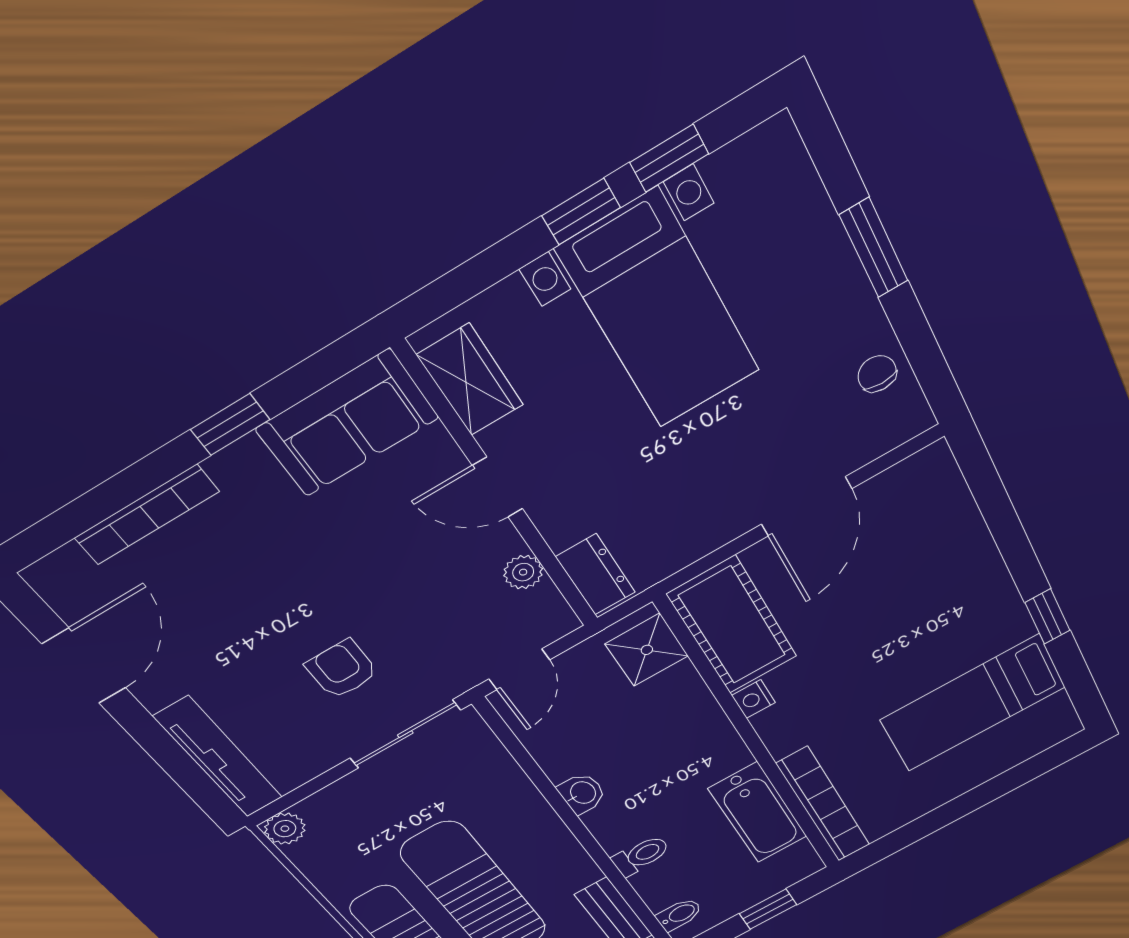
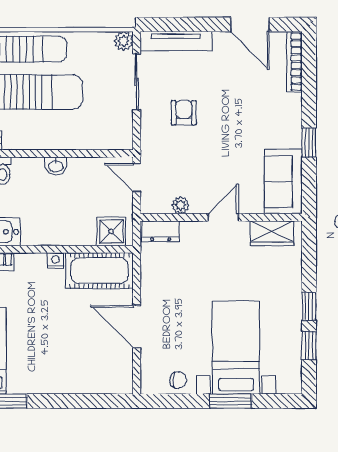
bed with nightstands: (659, 311) -> (236, 348), moved, turned 90
bookcase: (147, 515) -> (294, 62), moved
armchair: (342, 669) -> (184, 113), turned -90
sliding door: (405, 734) -> (137, 82), moved

